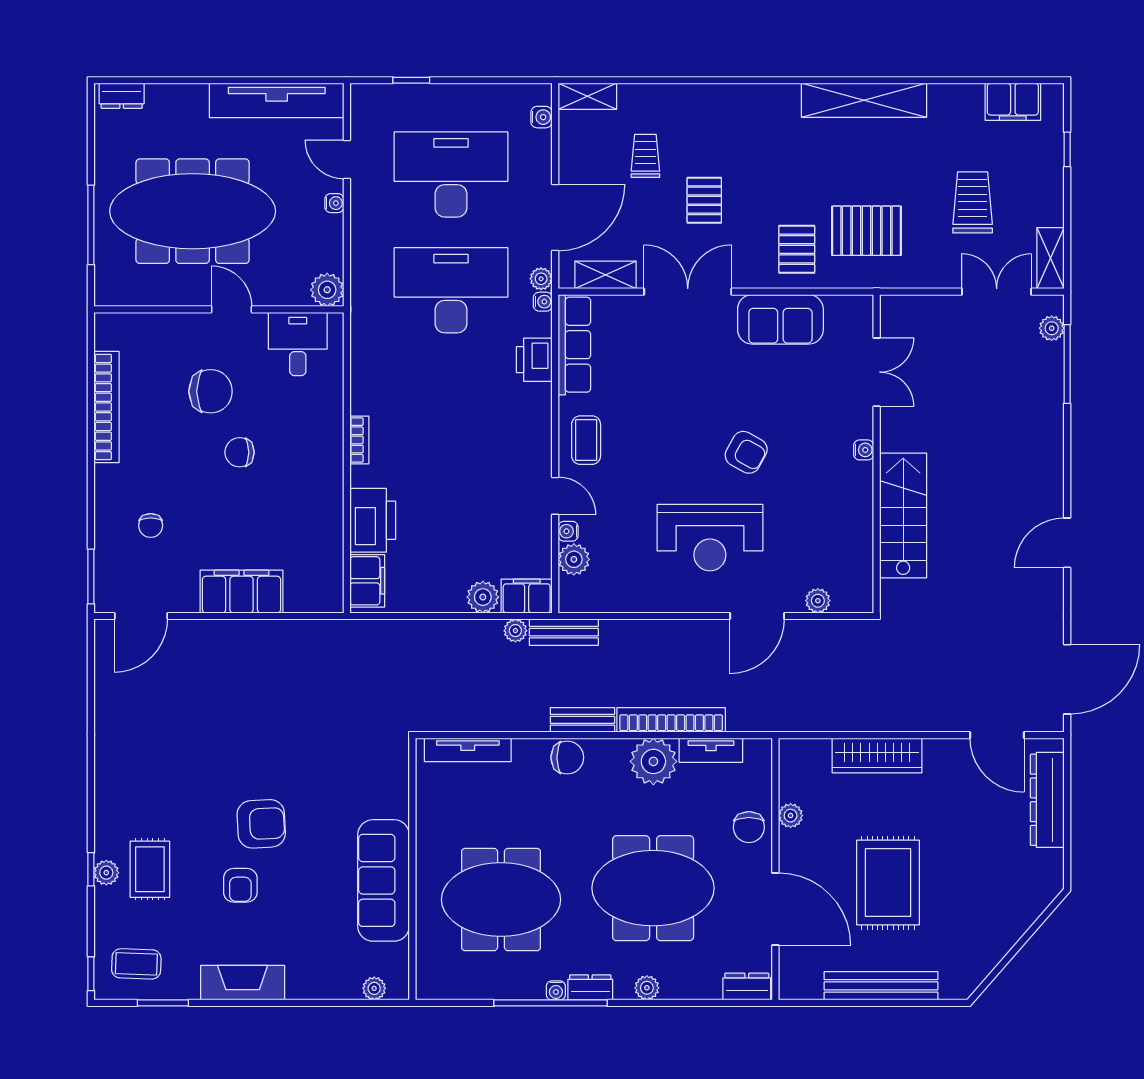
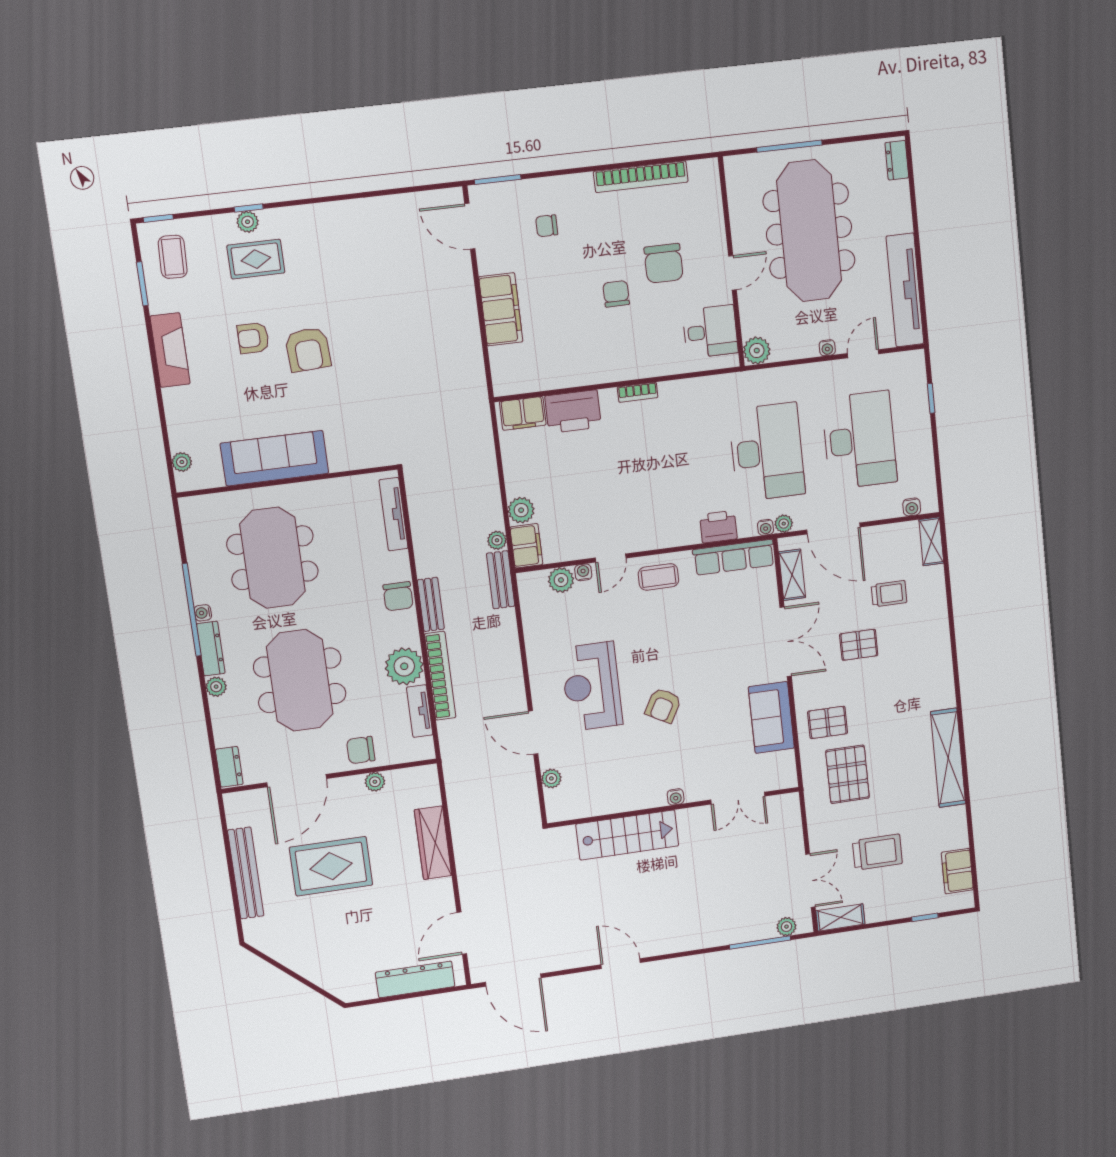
dresser: (590, 987) -> (211, 649), width x1.44

